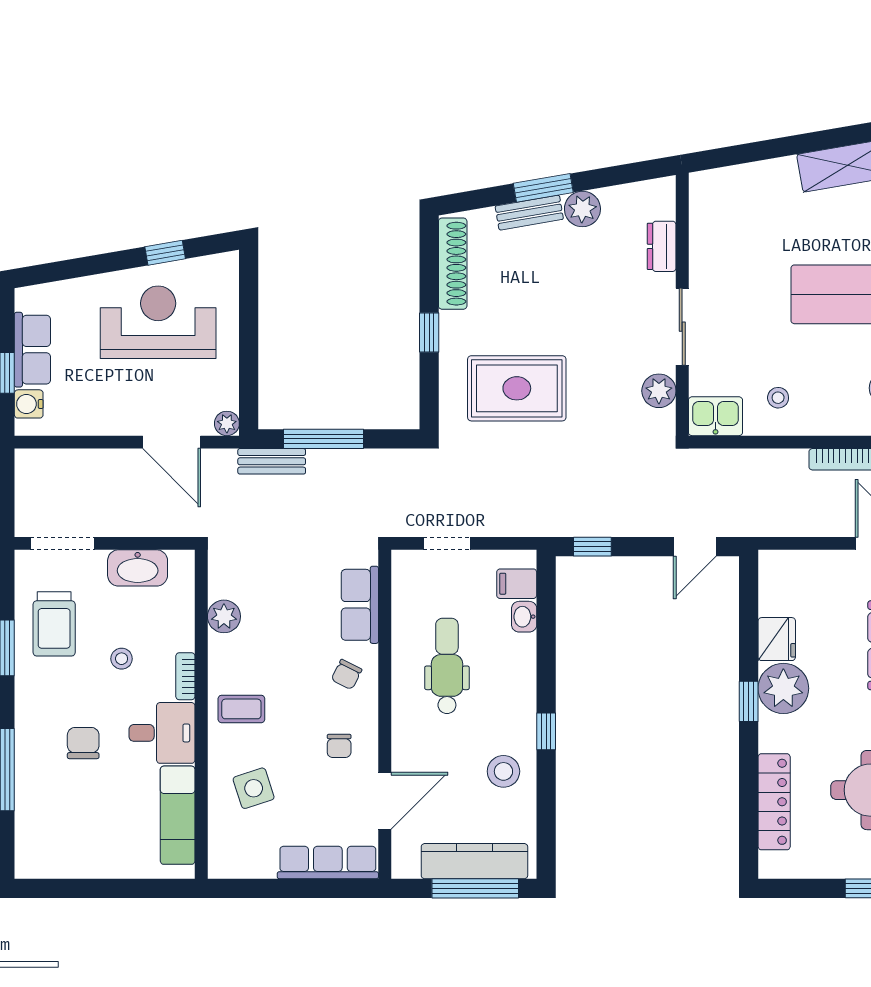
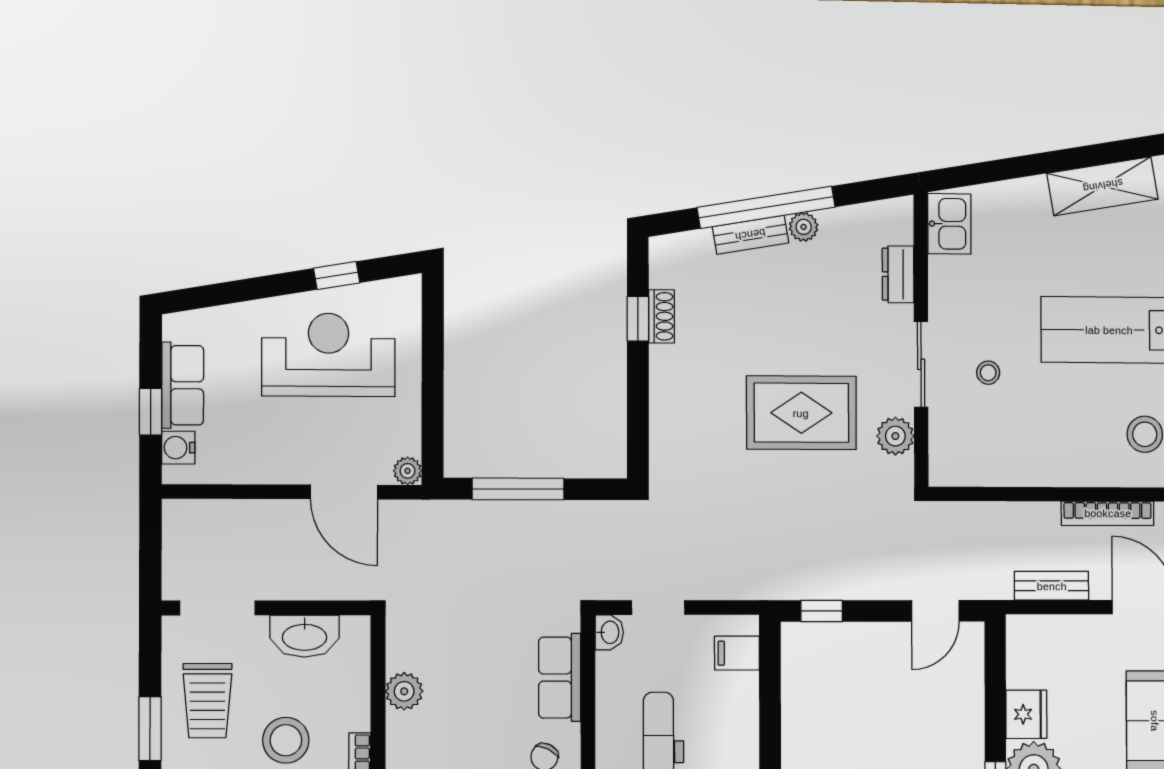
window: (543, 188) -> (766, 207), width x2.11
plant: (582, 209) -> (804, 227), width x0.73, depth x0.73
shoe rack: (453, 264) -> (661, 316), width x0.51, depth x0.81
window: (429, 333) -> (638, 319), moved
rug: (517, 388) -> (801, 413), moved
stool: (778, 398) -> (988, 373), moved
kitchen sink: (715, 416) -> (949, 224), moved, turned 90
bench: (272, 461) -> (1052, 586), moved
washbasin: (524, 617) -> (609, 632), moved, turned 180
stool: (122, 659) -> (286, 740), width x1.89, depth x1.89

